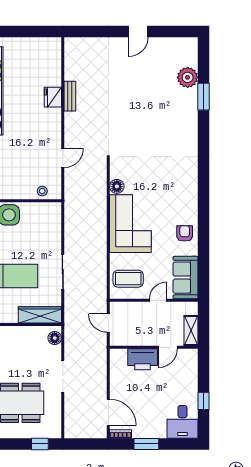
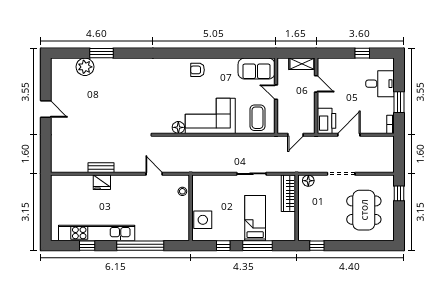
armchair: (185, 233) -> (198, 70), moved
printer: (143, 359) -> (327, 121), moved
door: (108, 412) -> (349, 135), moved
desk: (182, 422) -> (380, 84), moved

